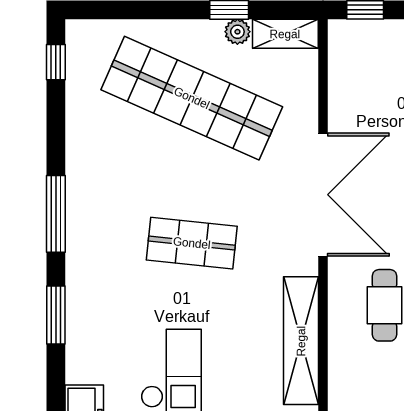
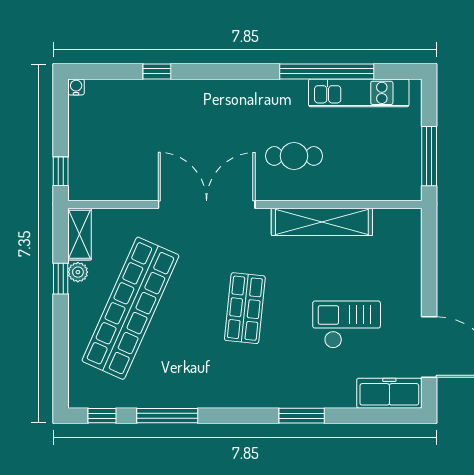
window: (56, 214) -> (167, 416), moved

